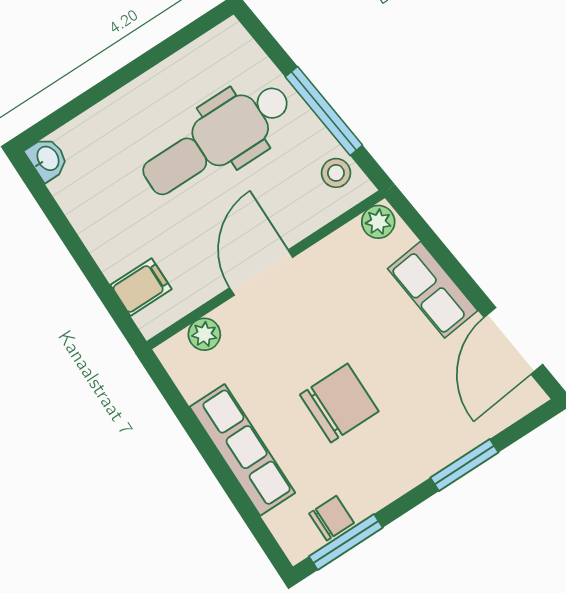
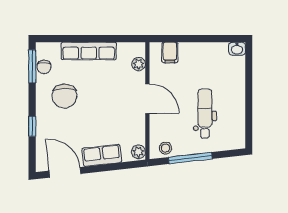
dental chair: (217, 139) -> (205, 113), width x0.73, depth x0.72
chair: (339, 403) -> (65, 96), moved
window: (464, 465) -> (32, 126), width x0.67

